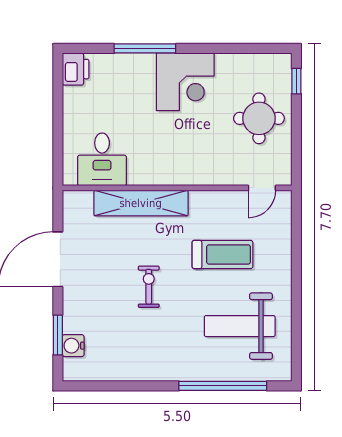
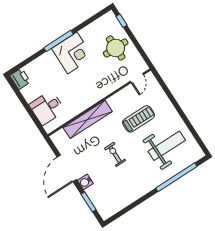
window: (145, 48) -> (59, 41), moved
desk: (102, 159) -> (47, 108), moved, turned 90
weight bench: (240, 326) -> (167, 146), turned 180
water cooler: (73, 346) -> (85, 182), moved

